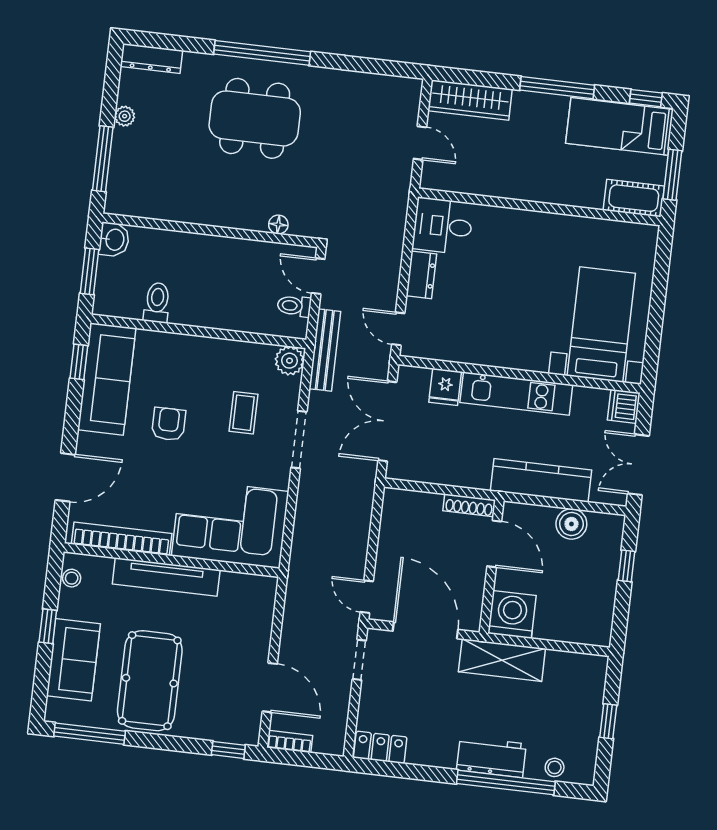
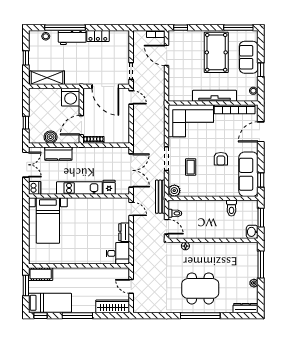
kitchen counter: (541, 480) -> (58, 154), width x0.67
door: (494, 544) -> (81, 125), hinge flipped
shelving: (502, 660) -> (47, 78), moved
locker: (380, 747) -> (98, 36), moved

